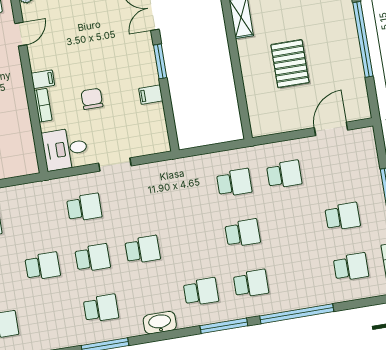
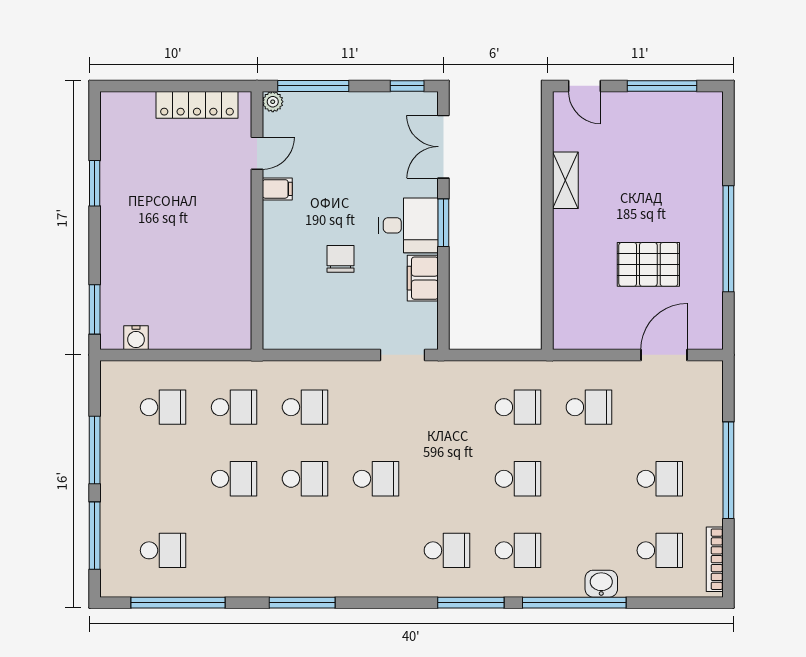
pallet: (290, 64) -> (648, 264), moved, turned 90
filing cabinet: (43, 79) -> (277, 189), moved
filing cabinet: (151, 95) -> (423, 278), width x2.00
bookcase: (43, 105) -> (271, 257), removed
desk: (65, 149) -> (408, 225), moved, turned 180
doorway: (115, 165) -> (403, 355), moved
school desk: (101, 308) -> (234, 407), moved
washbasin: (160, 323) -> (601, 584), moved, width x0.72

